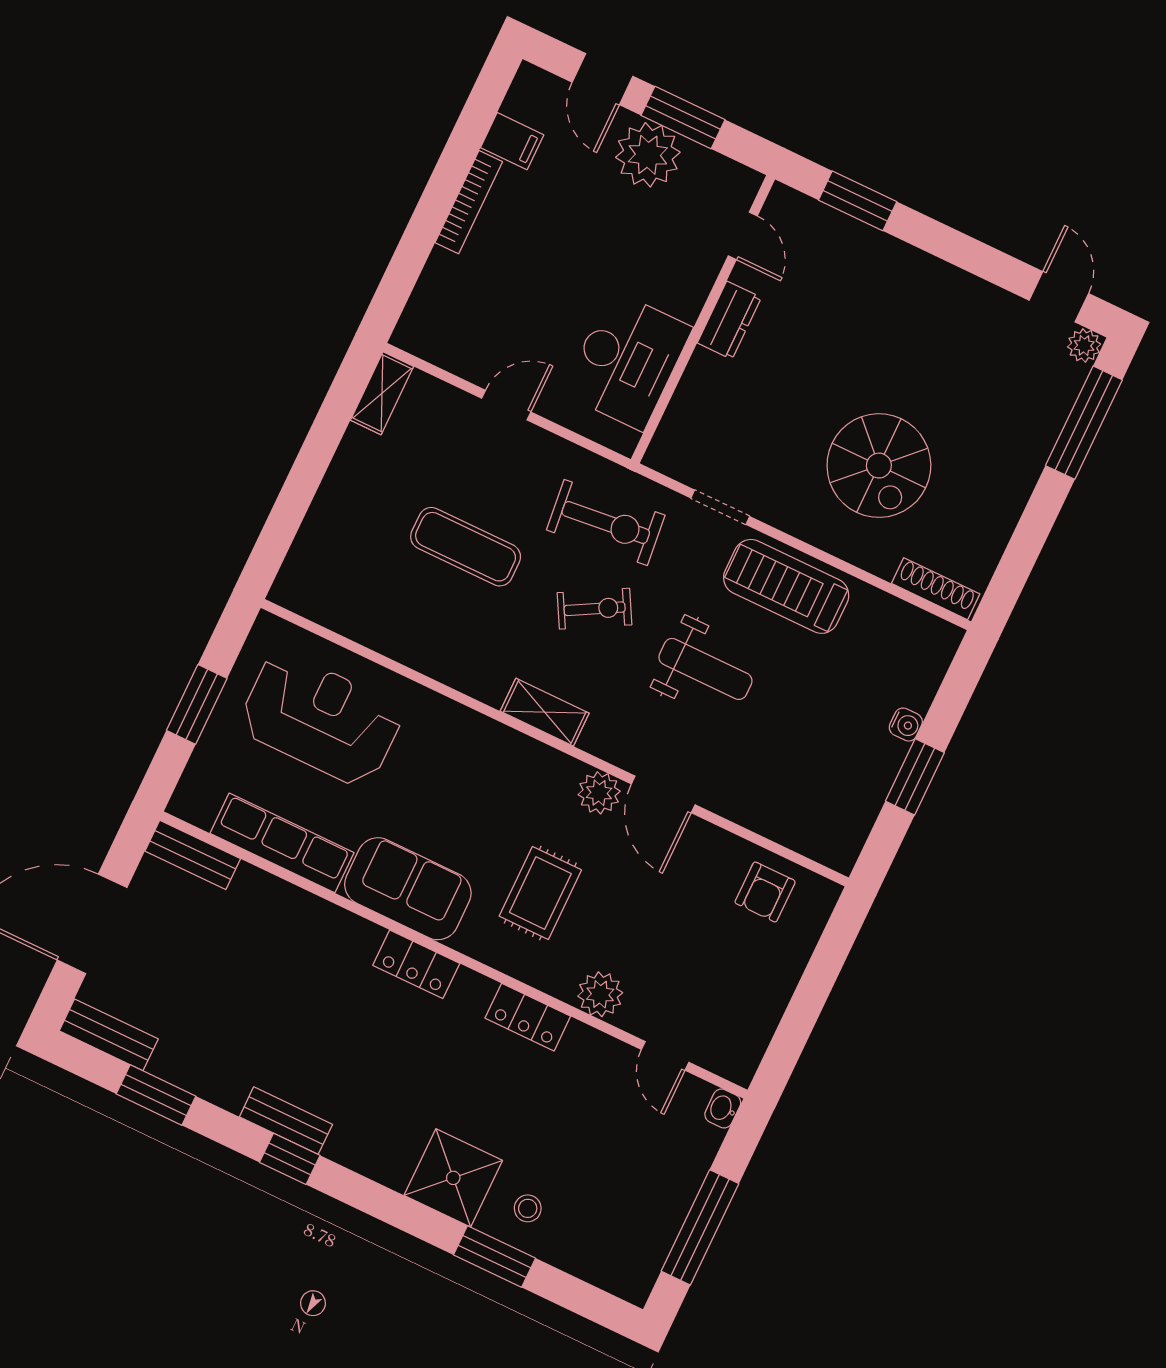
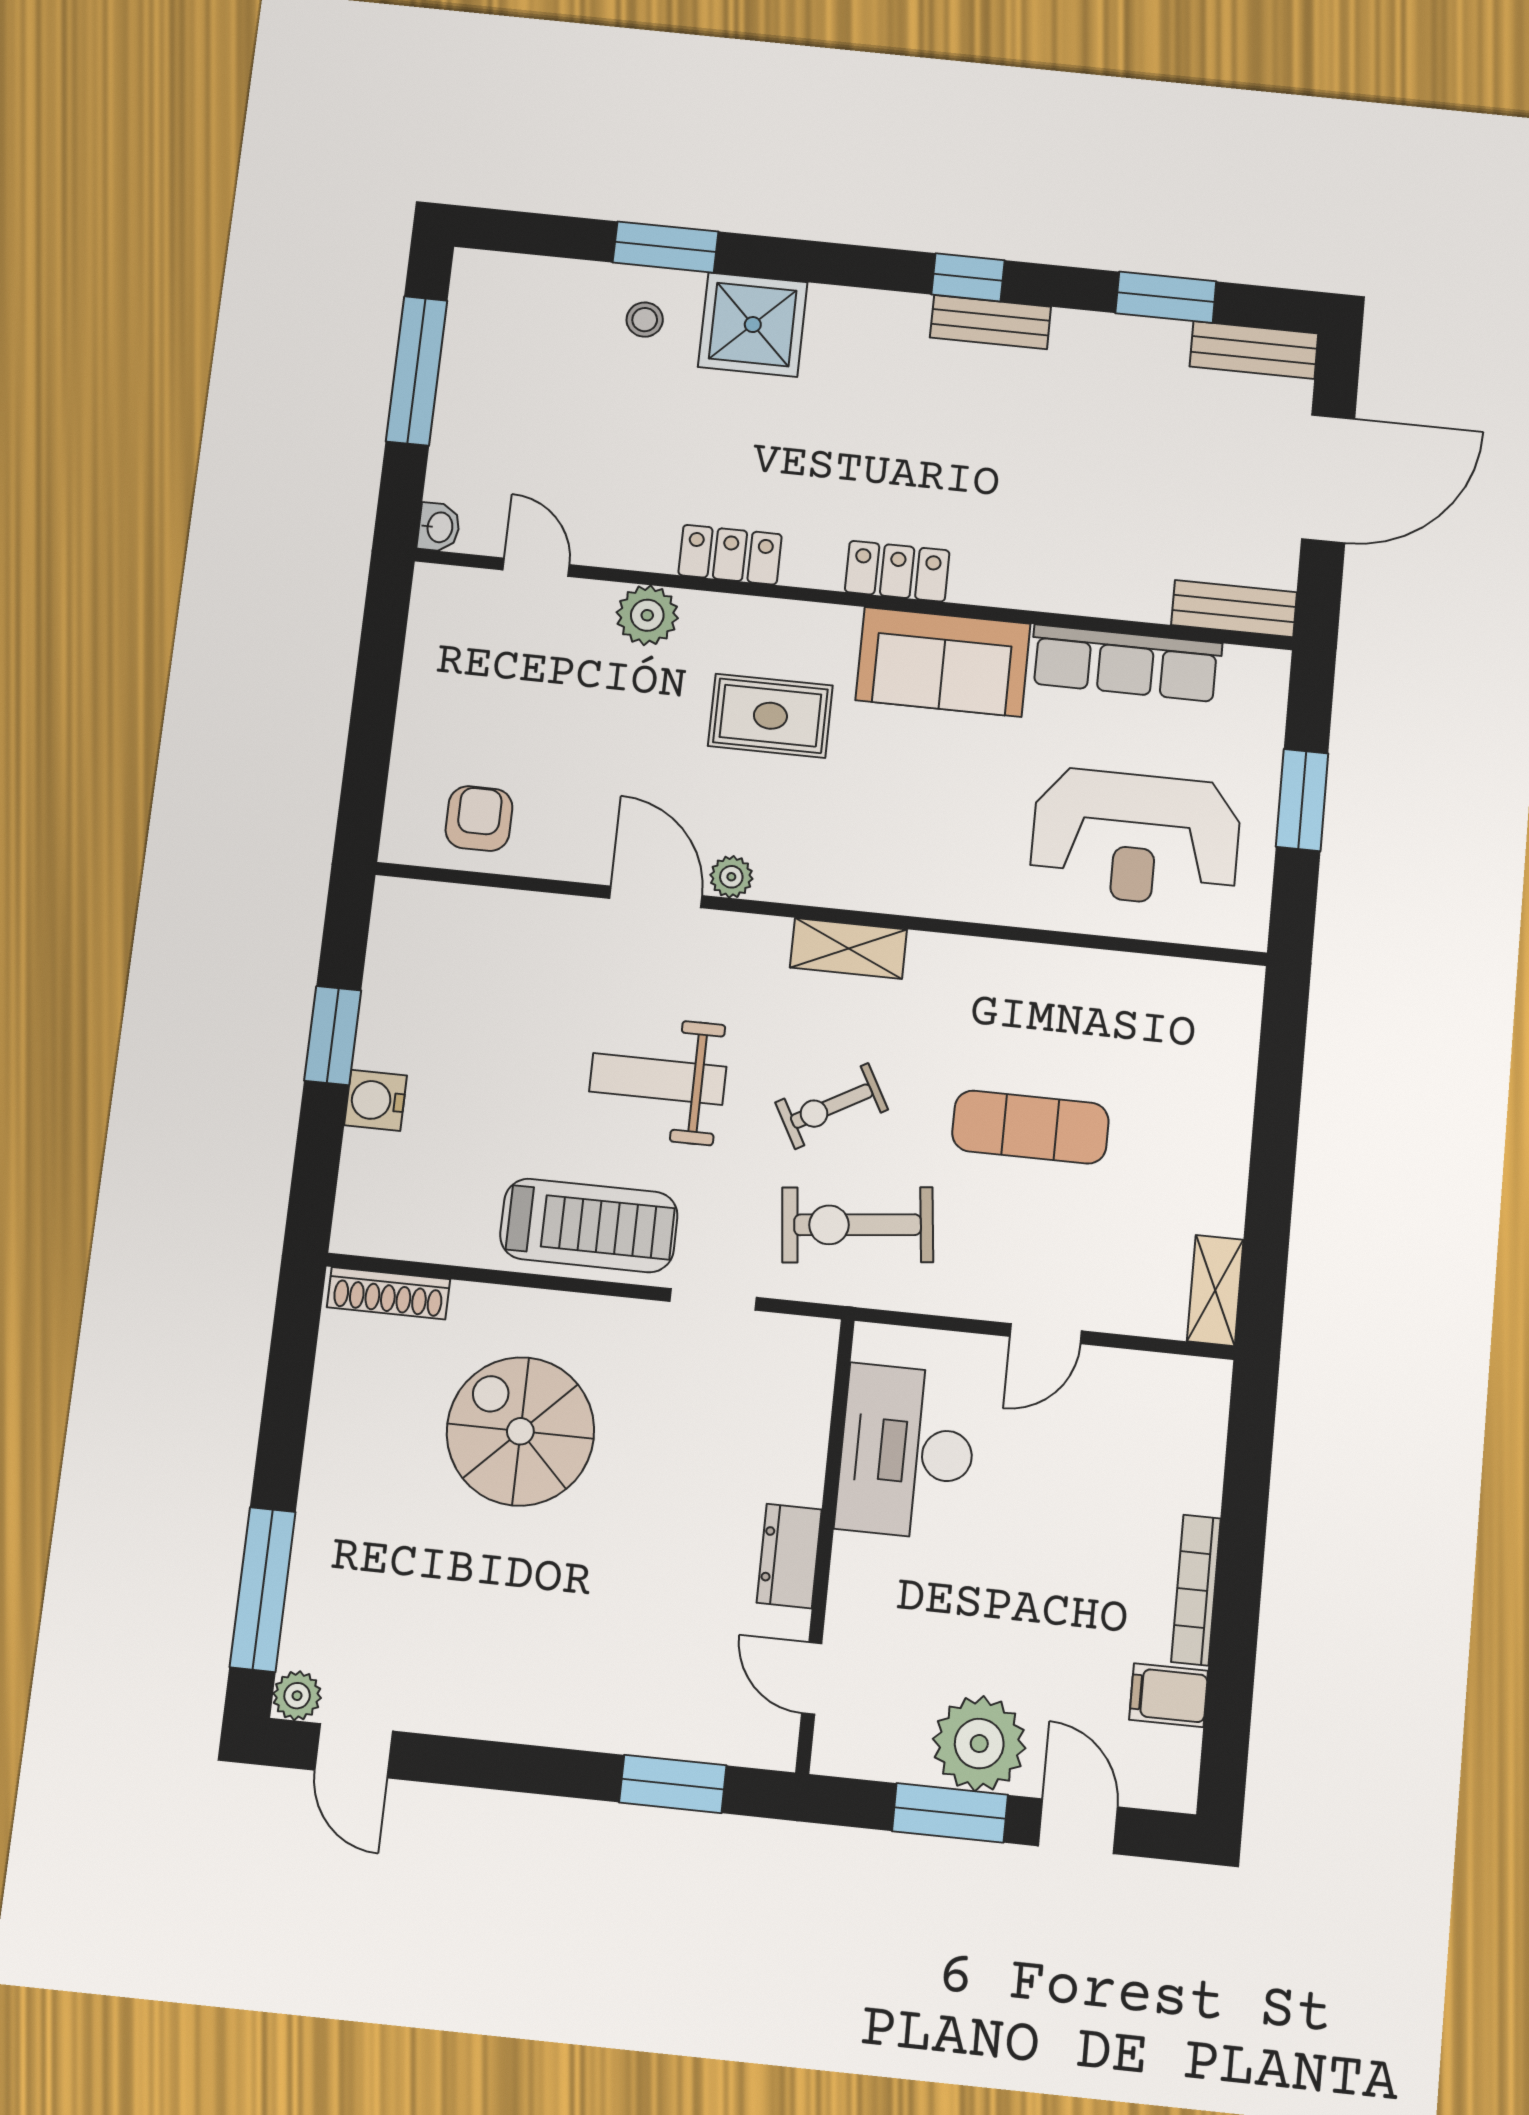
water cooler: (906, 725) -> (376, 1100), width x1.38, depth x1.38
plant: (599, 793) -> (731, 877), width x0.73, depth x0.73
rug: (540, 893) -> (770, 716), turned 90

